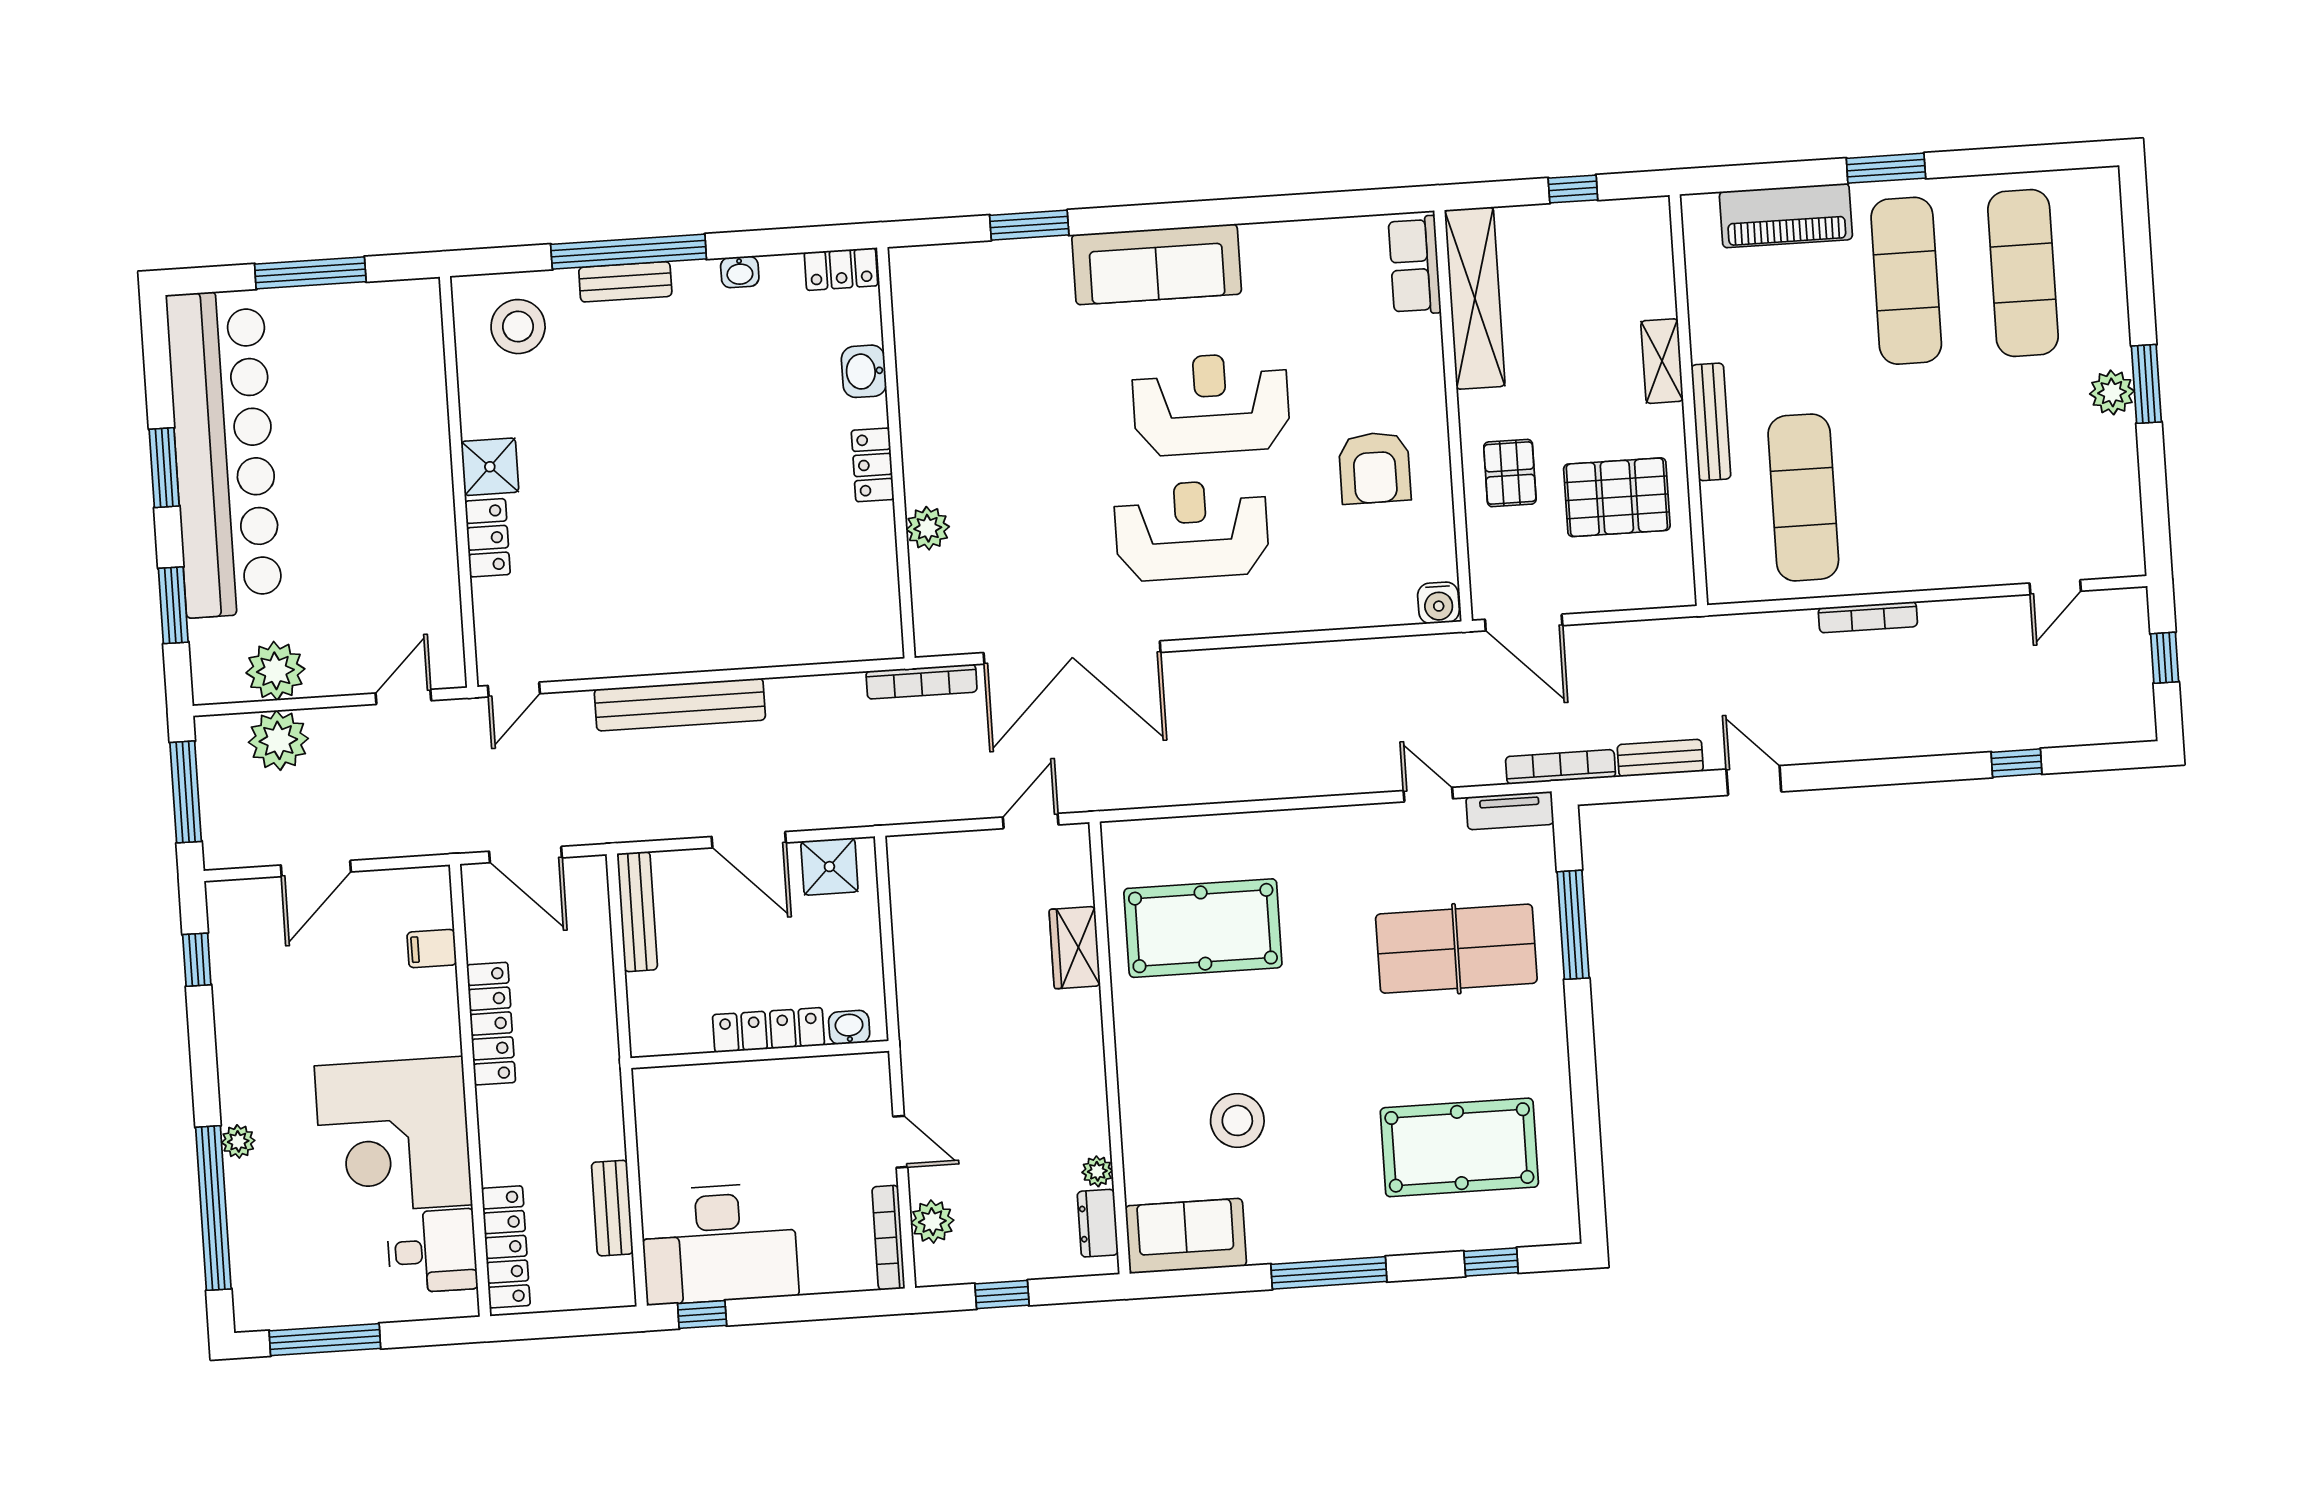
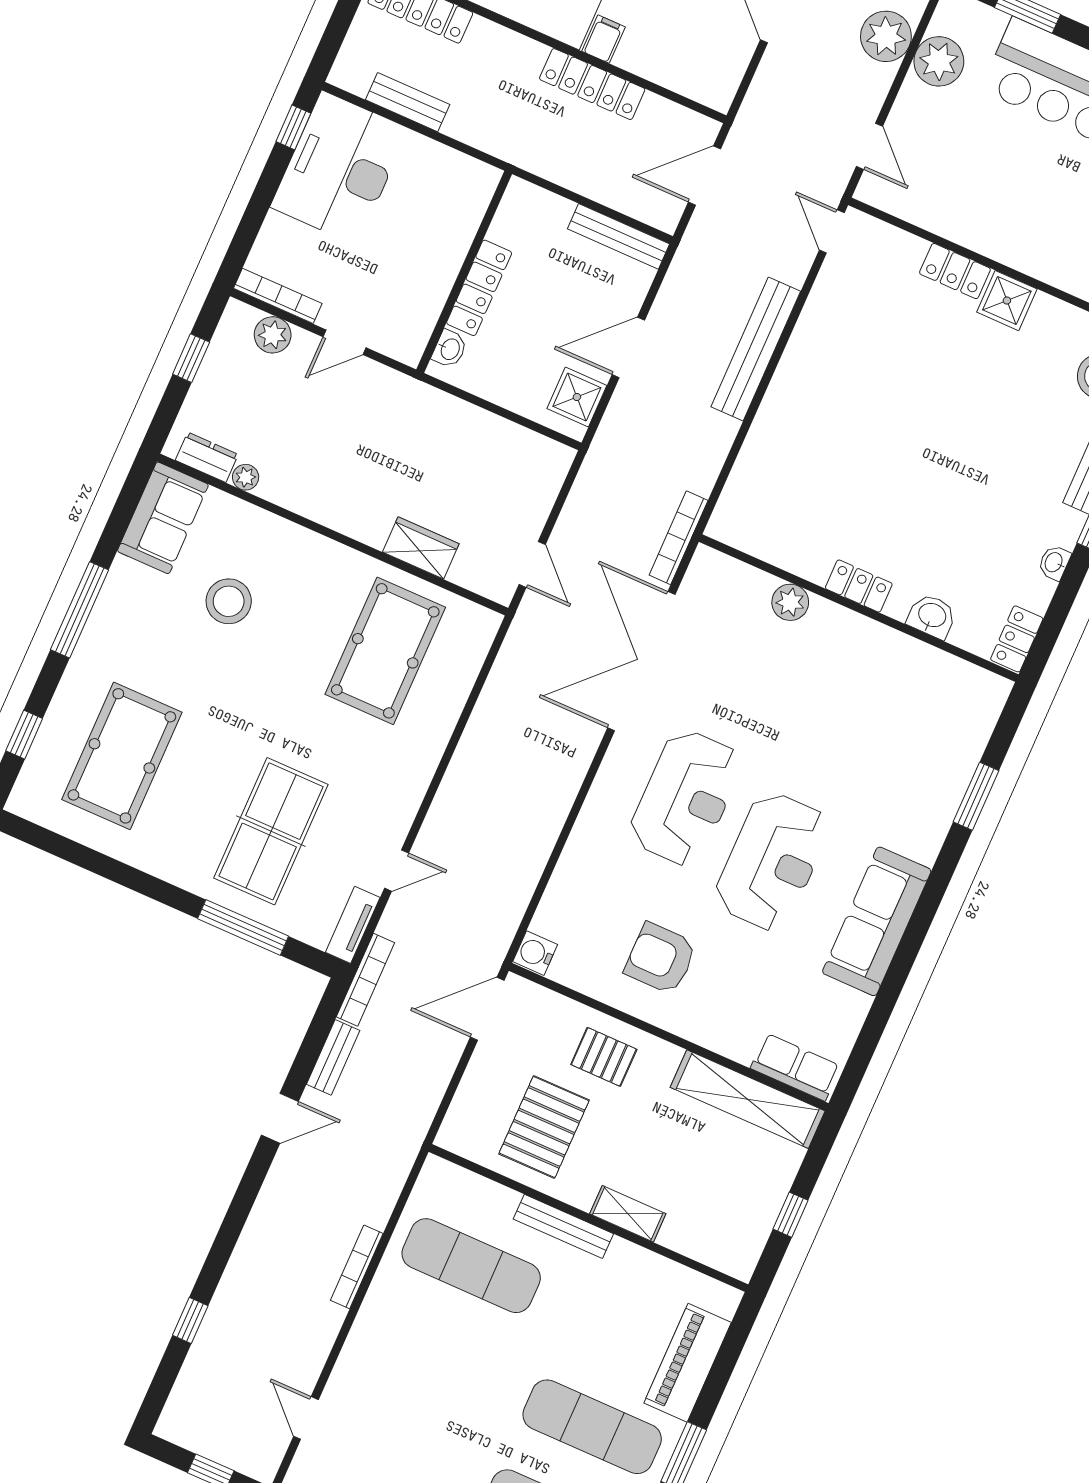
sofa: (1157, 264) -> (877, 921), moved
filing cabinet: (432, 949) -> (603, 39), moved

